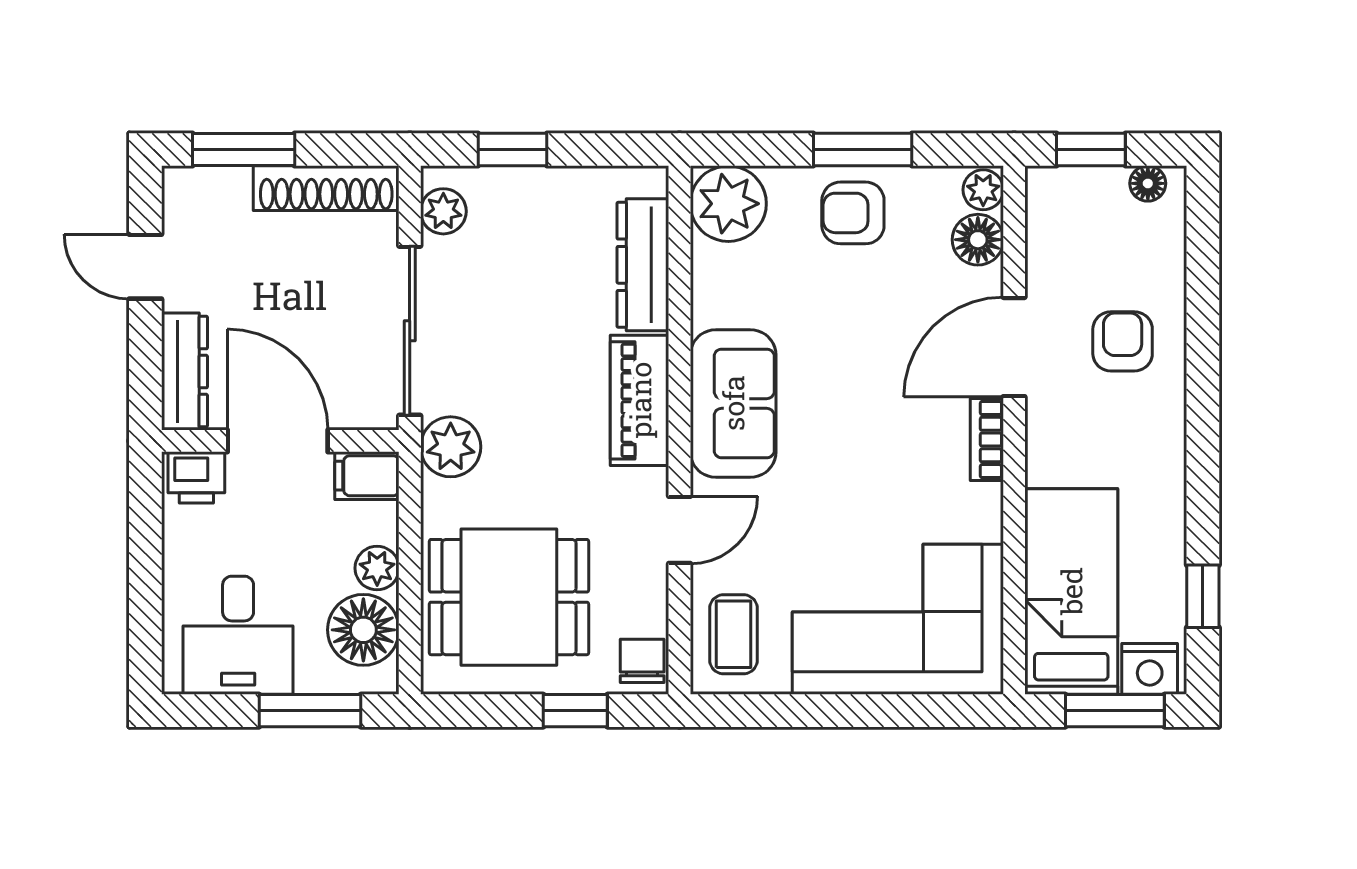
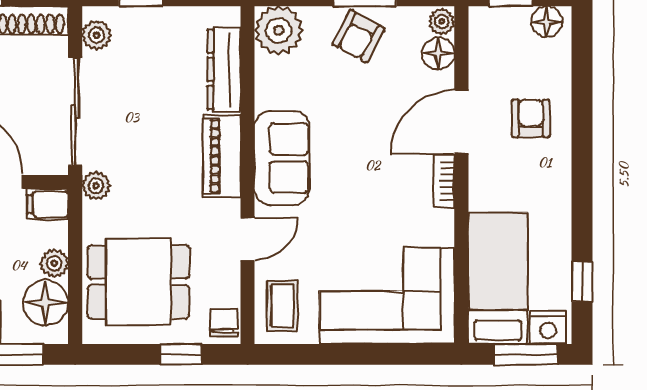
floor lamp: (1148, 183) -> (547, 22), width x1.37, depth x1.37
armchair: (853, 213) -> (358, 36), turned -62
plant: (451, 447) -> (96, 186), width x0.73, depth x0.73

